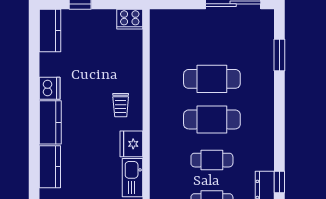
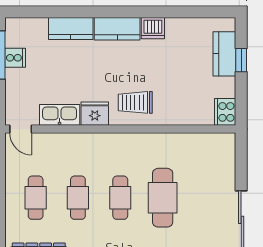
kitchen counter: (50, 30) -> (224, 54), moved, turned 90
trolley: (121, 105) -> (135, 102), width x1.36, depth x1.39
cafe table: (212, 119) -> (120, 198), width x0.73, depth x0.74

